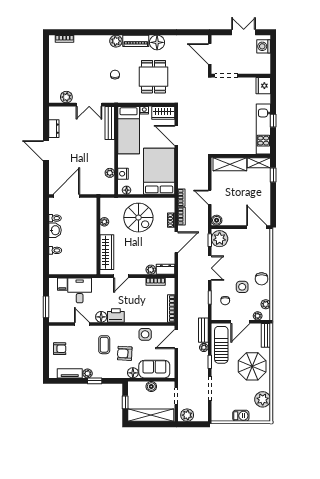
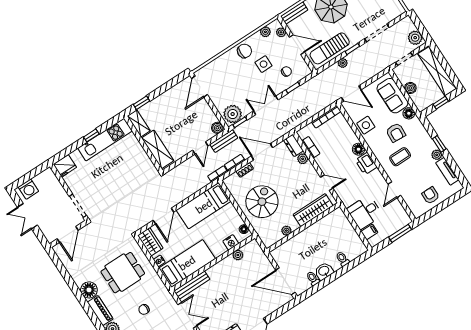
bed: (159, 171) -> (204, 206), width x0.67
floor lamp: (101, 317) -> (359, 149), moved
bench: (203, 330) -> (224, 141), moved

